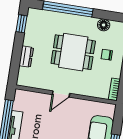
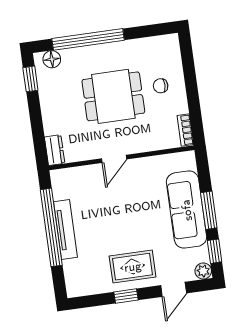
floor lamp: (104, 25) -> (52, 59), moved
dresser: (26, 57) -> (55, 150), moved

